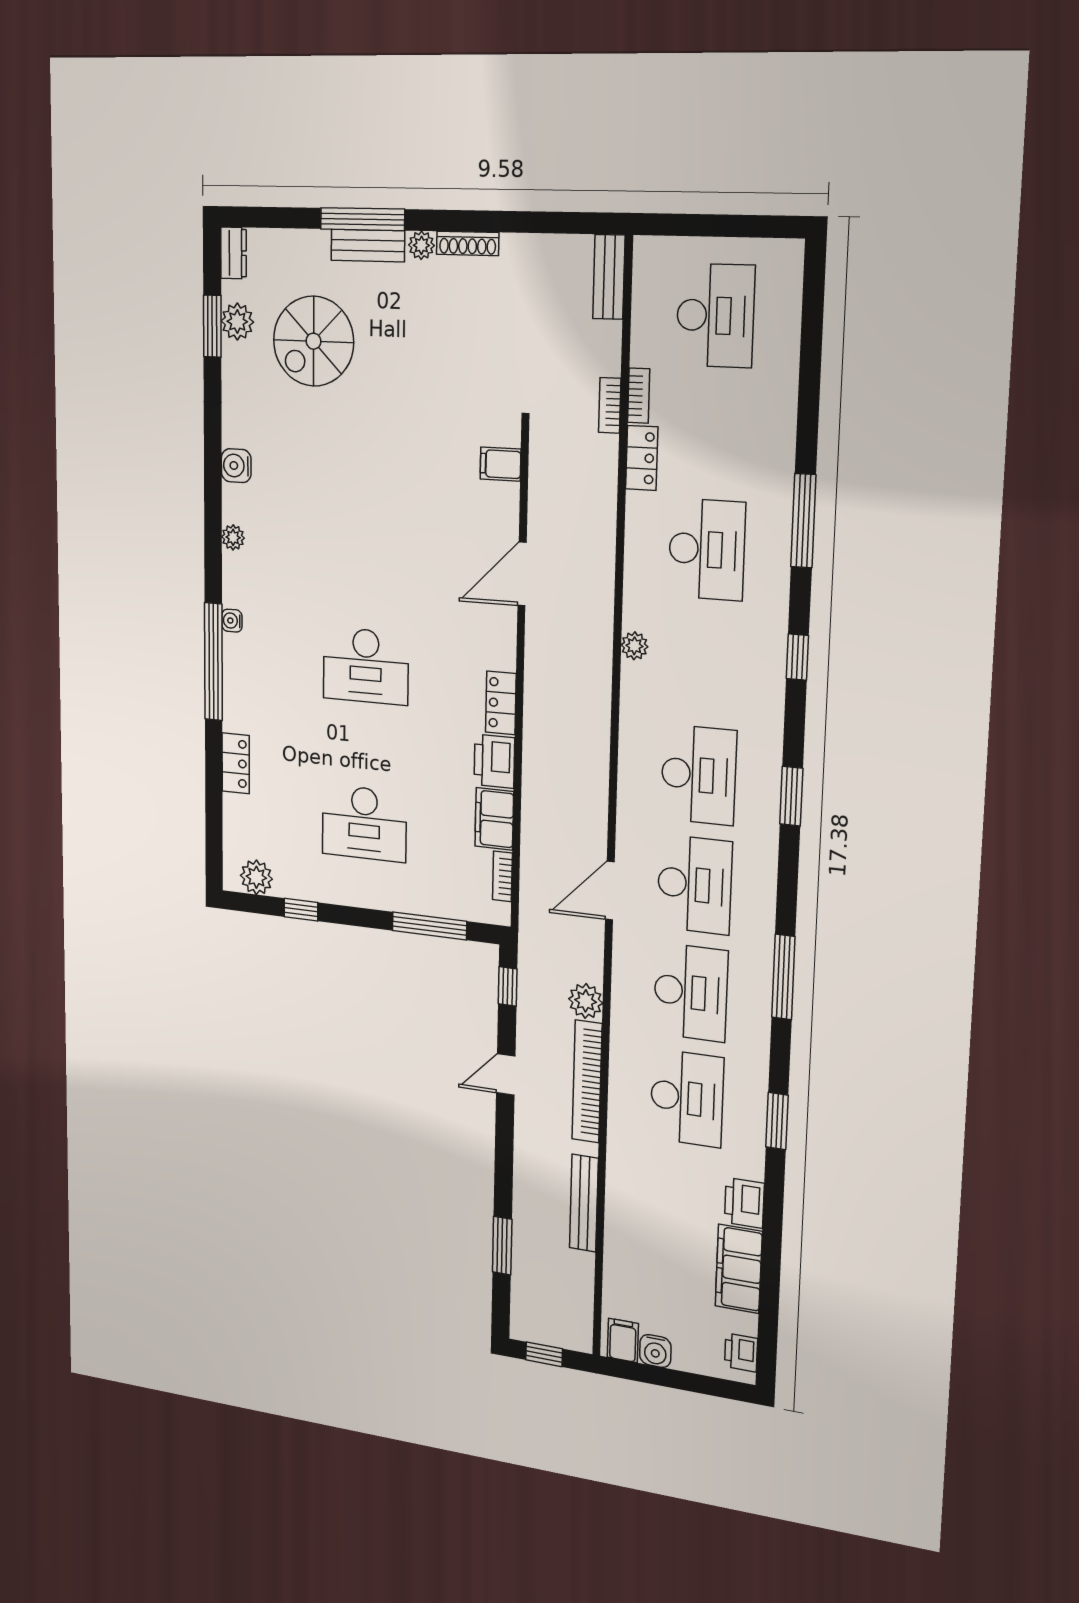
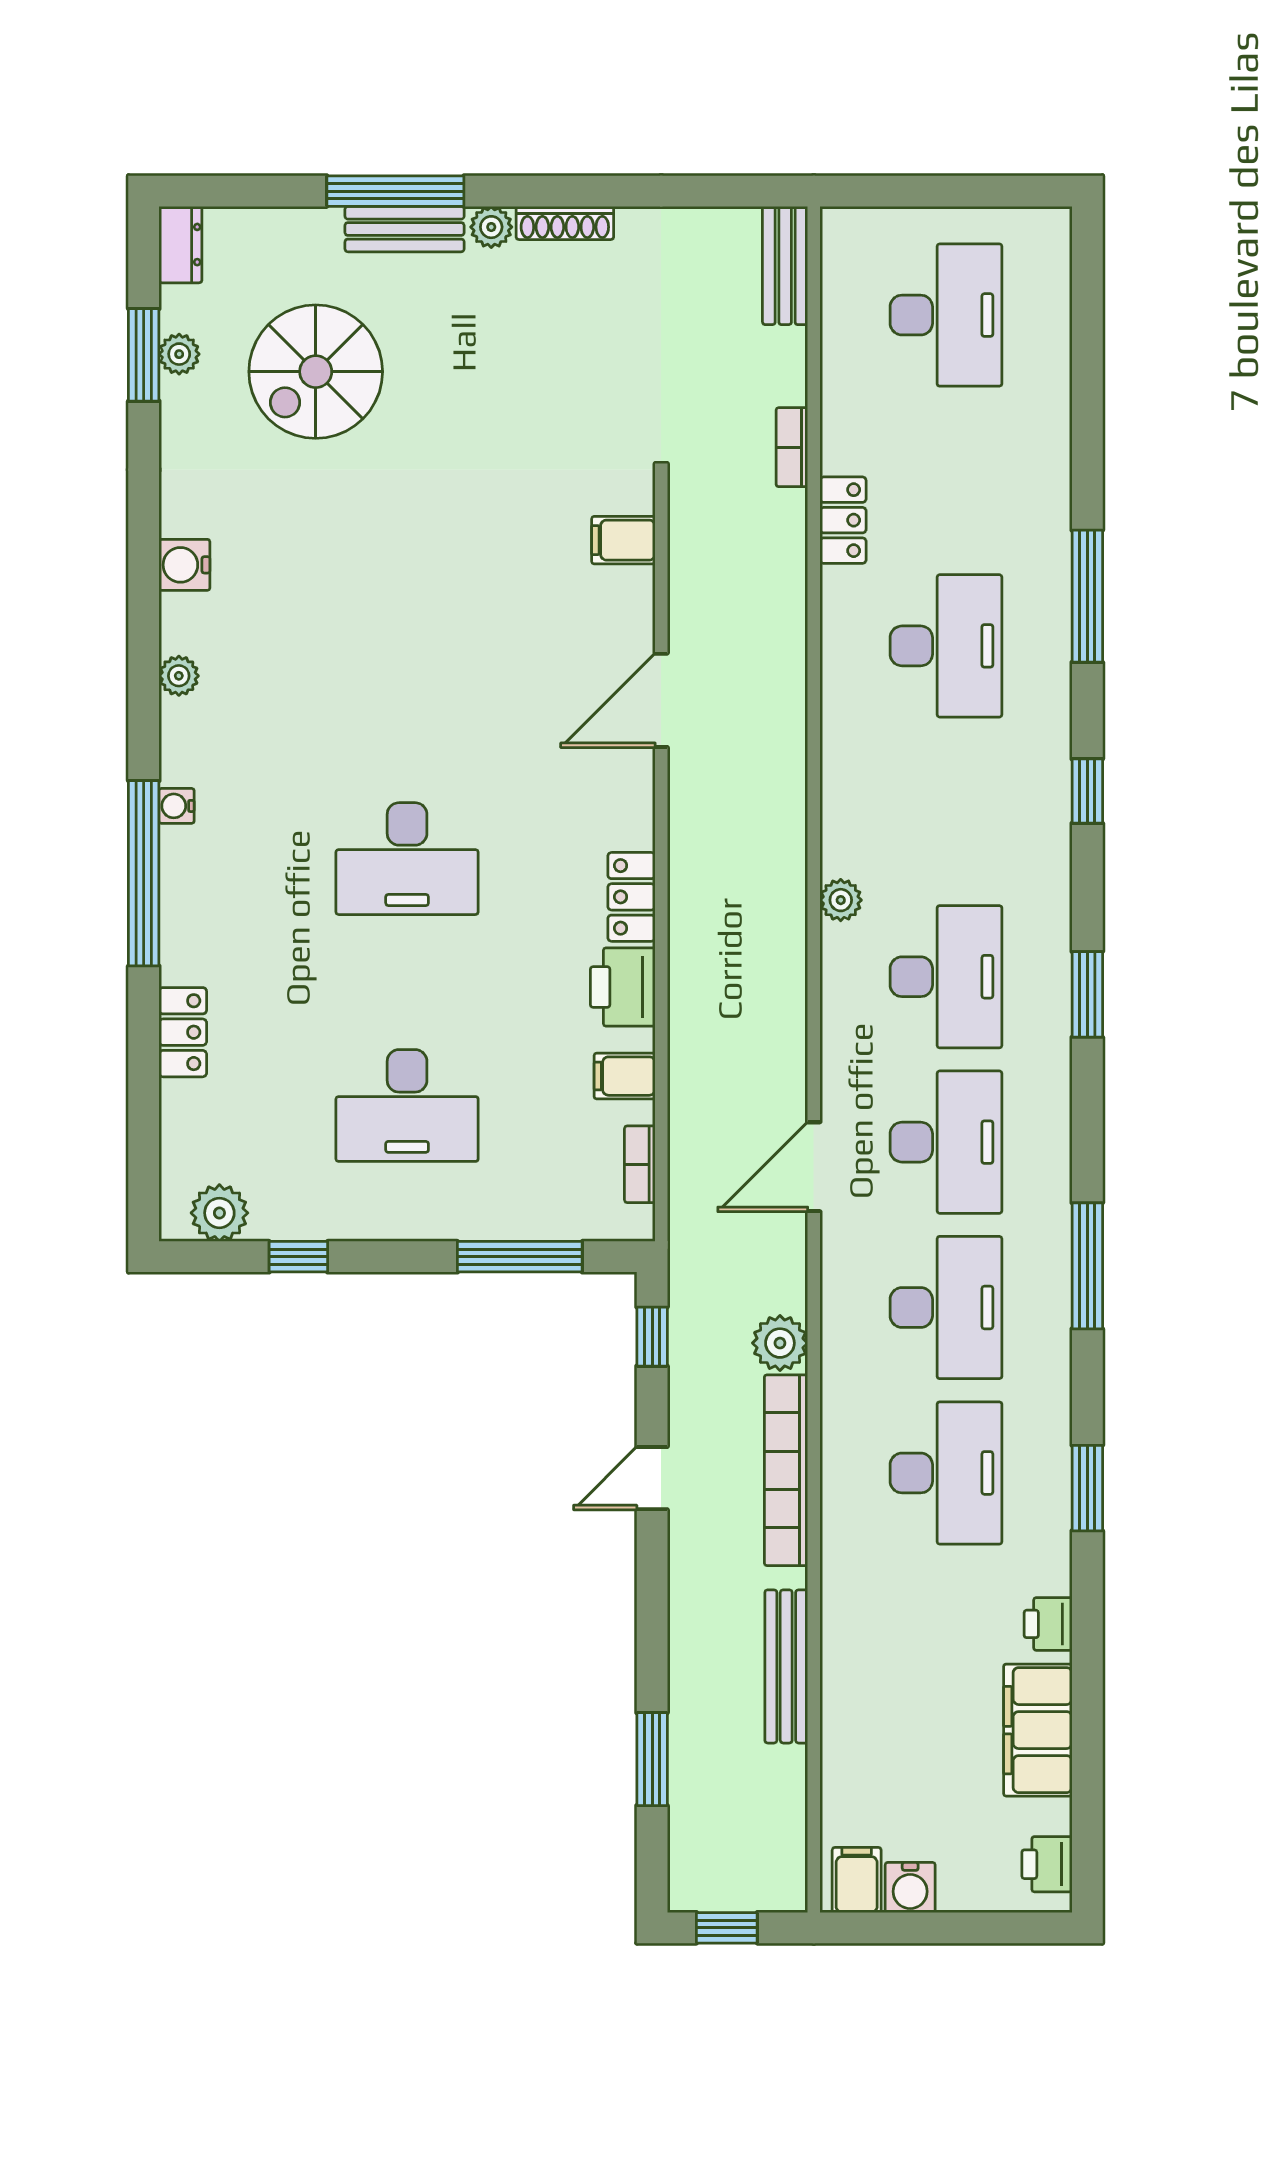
plant: (237, 322) -> (179, 354), width x0.73, depth x0.73
bookcase: (639, 396) -> (835, 432), removed
plant: (634, 646) -> (841, 900), moved
filing cabinet: (494, 819) -> (625, 1076), width x0.50
printer: (744, 1203) -> (1048, 1624), width x0.73, depth x0.81

